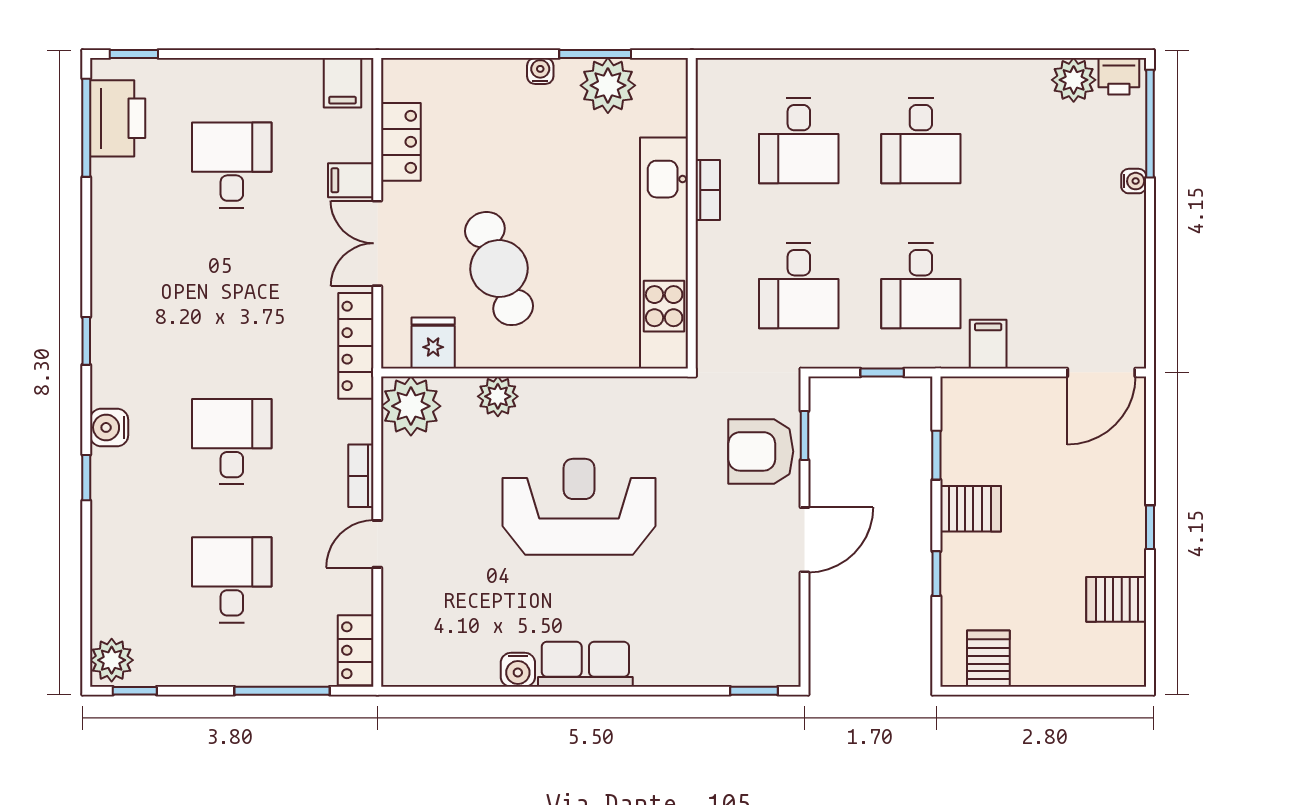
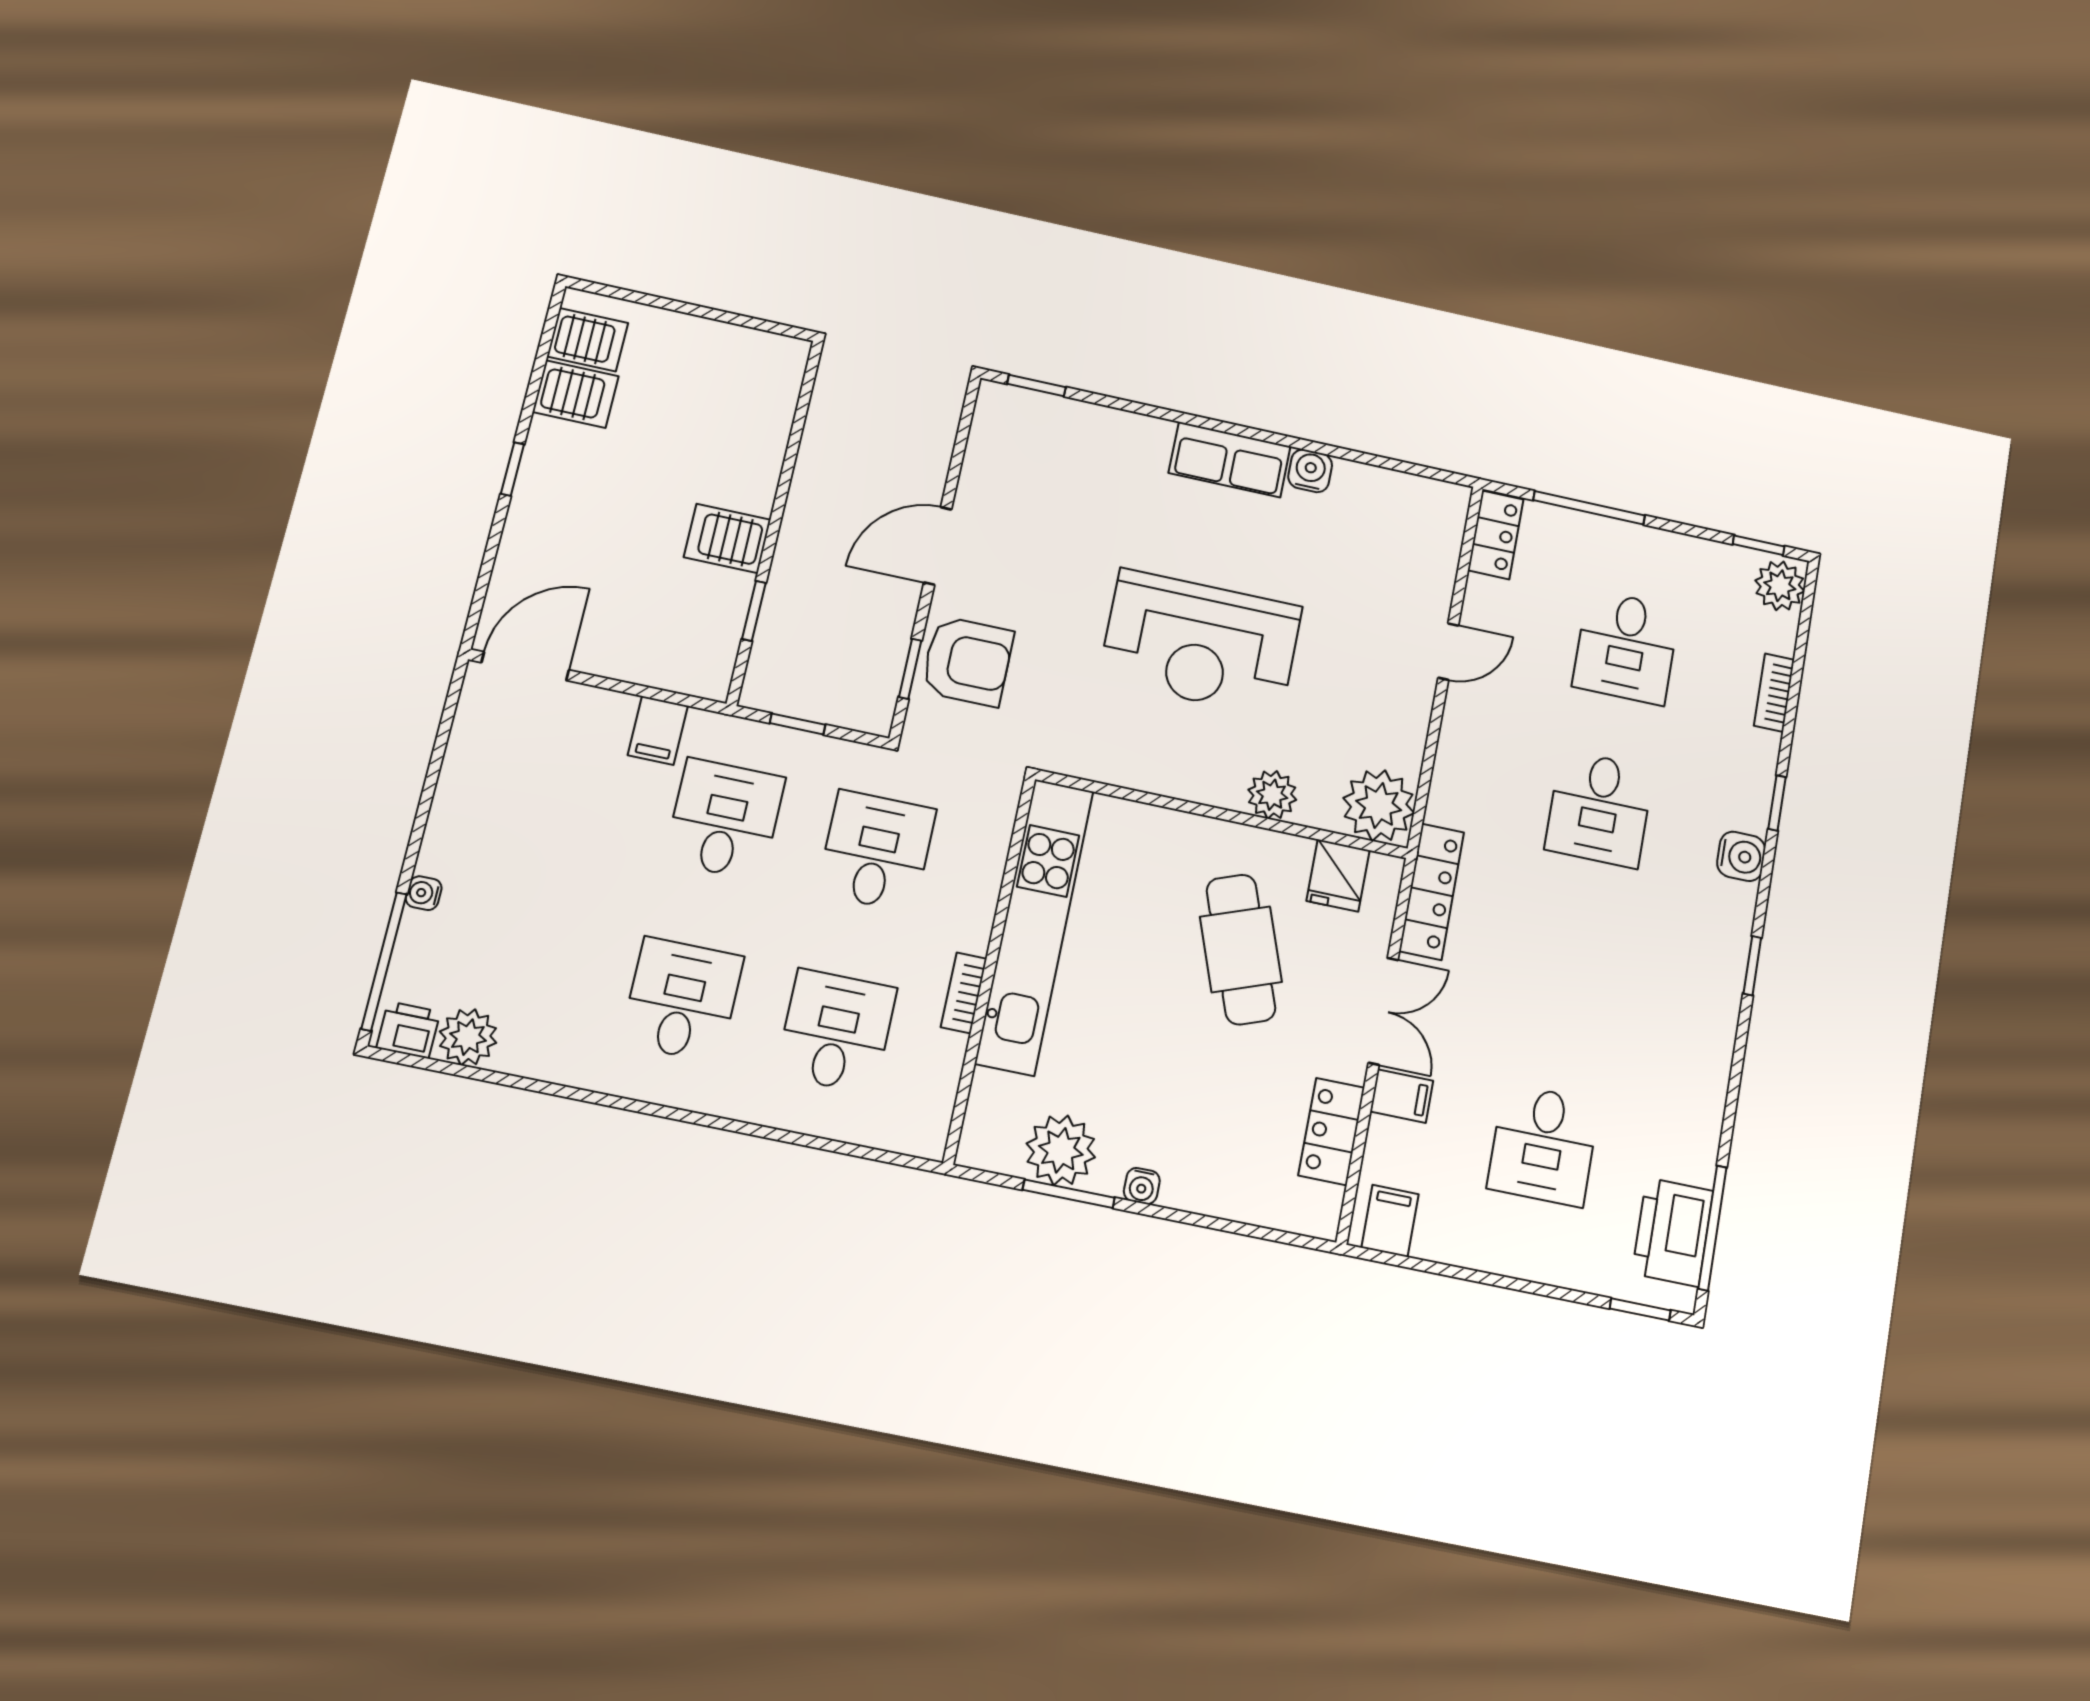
bookcase: (361, 476) -> (1774, 693), moved, turned 180
window: (936, 574) -> (787, 472), removed
server rack: (988, 659) -> (588, 340), moved, turned -90

